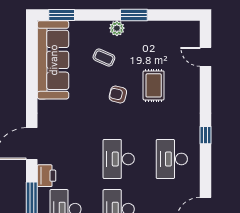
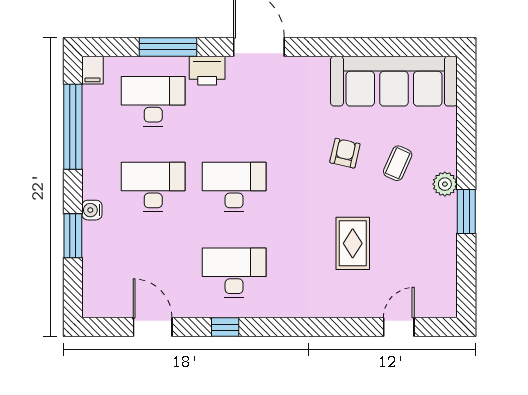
window: (62, 15) -> (466, 95), removed
rug: (154, 85) -> (353, 243), turned 90
armchair: (118, 94) -> (345, 153), moved
window: (206, 135) -> (225, 327), moved

